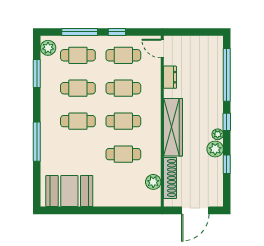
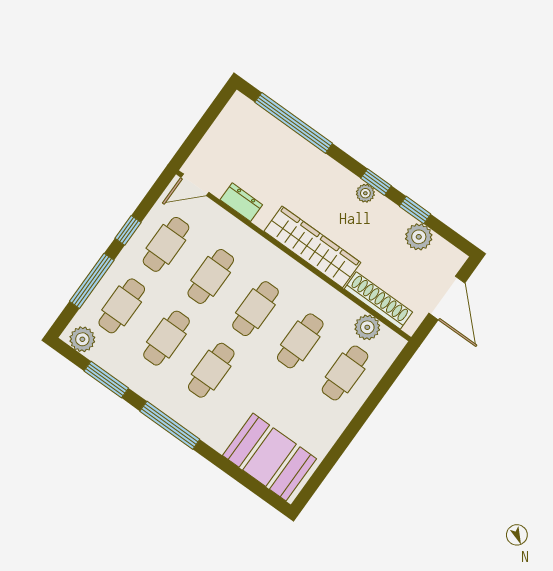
window: (227, 122) -> (376, 182), moved
window: (37, 142) -> (170, 425), moved
plant: (215, 149) -> (419, 237), moved
cafe table: (123, 187) -> (345, 373), added
booth: (69, 191) -> (269, 457), moved, turned 90

